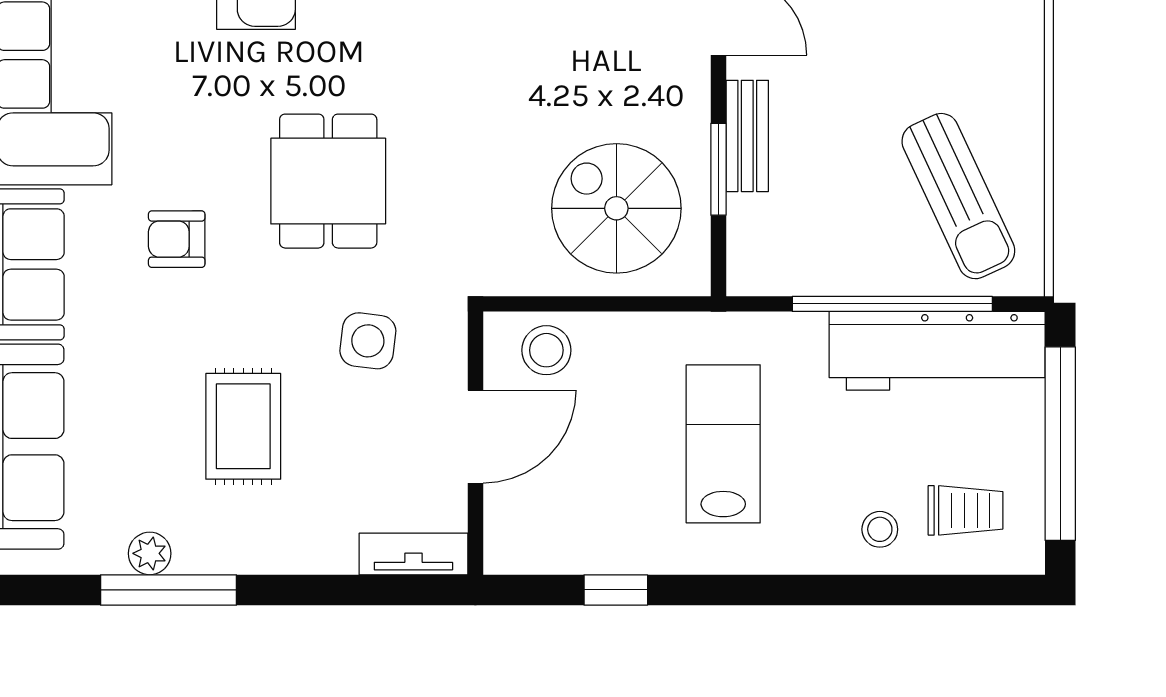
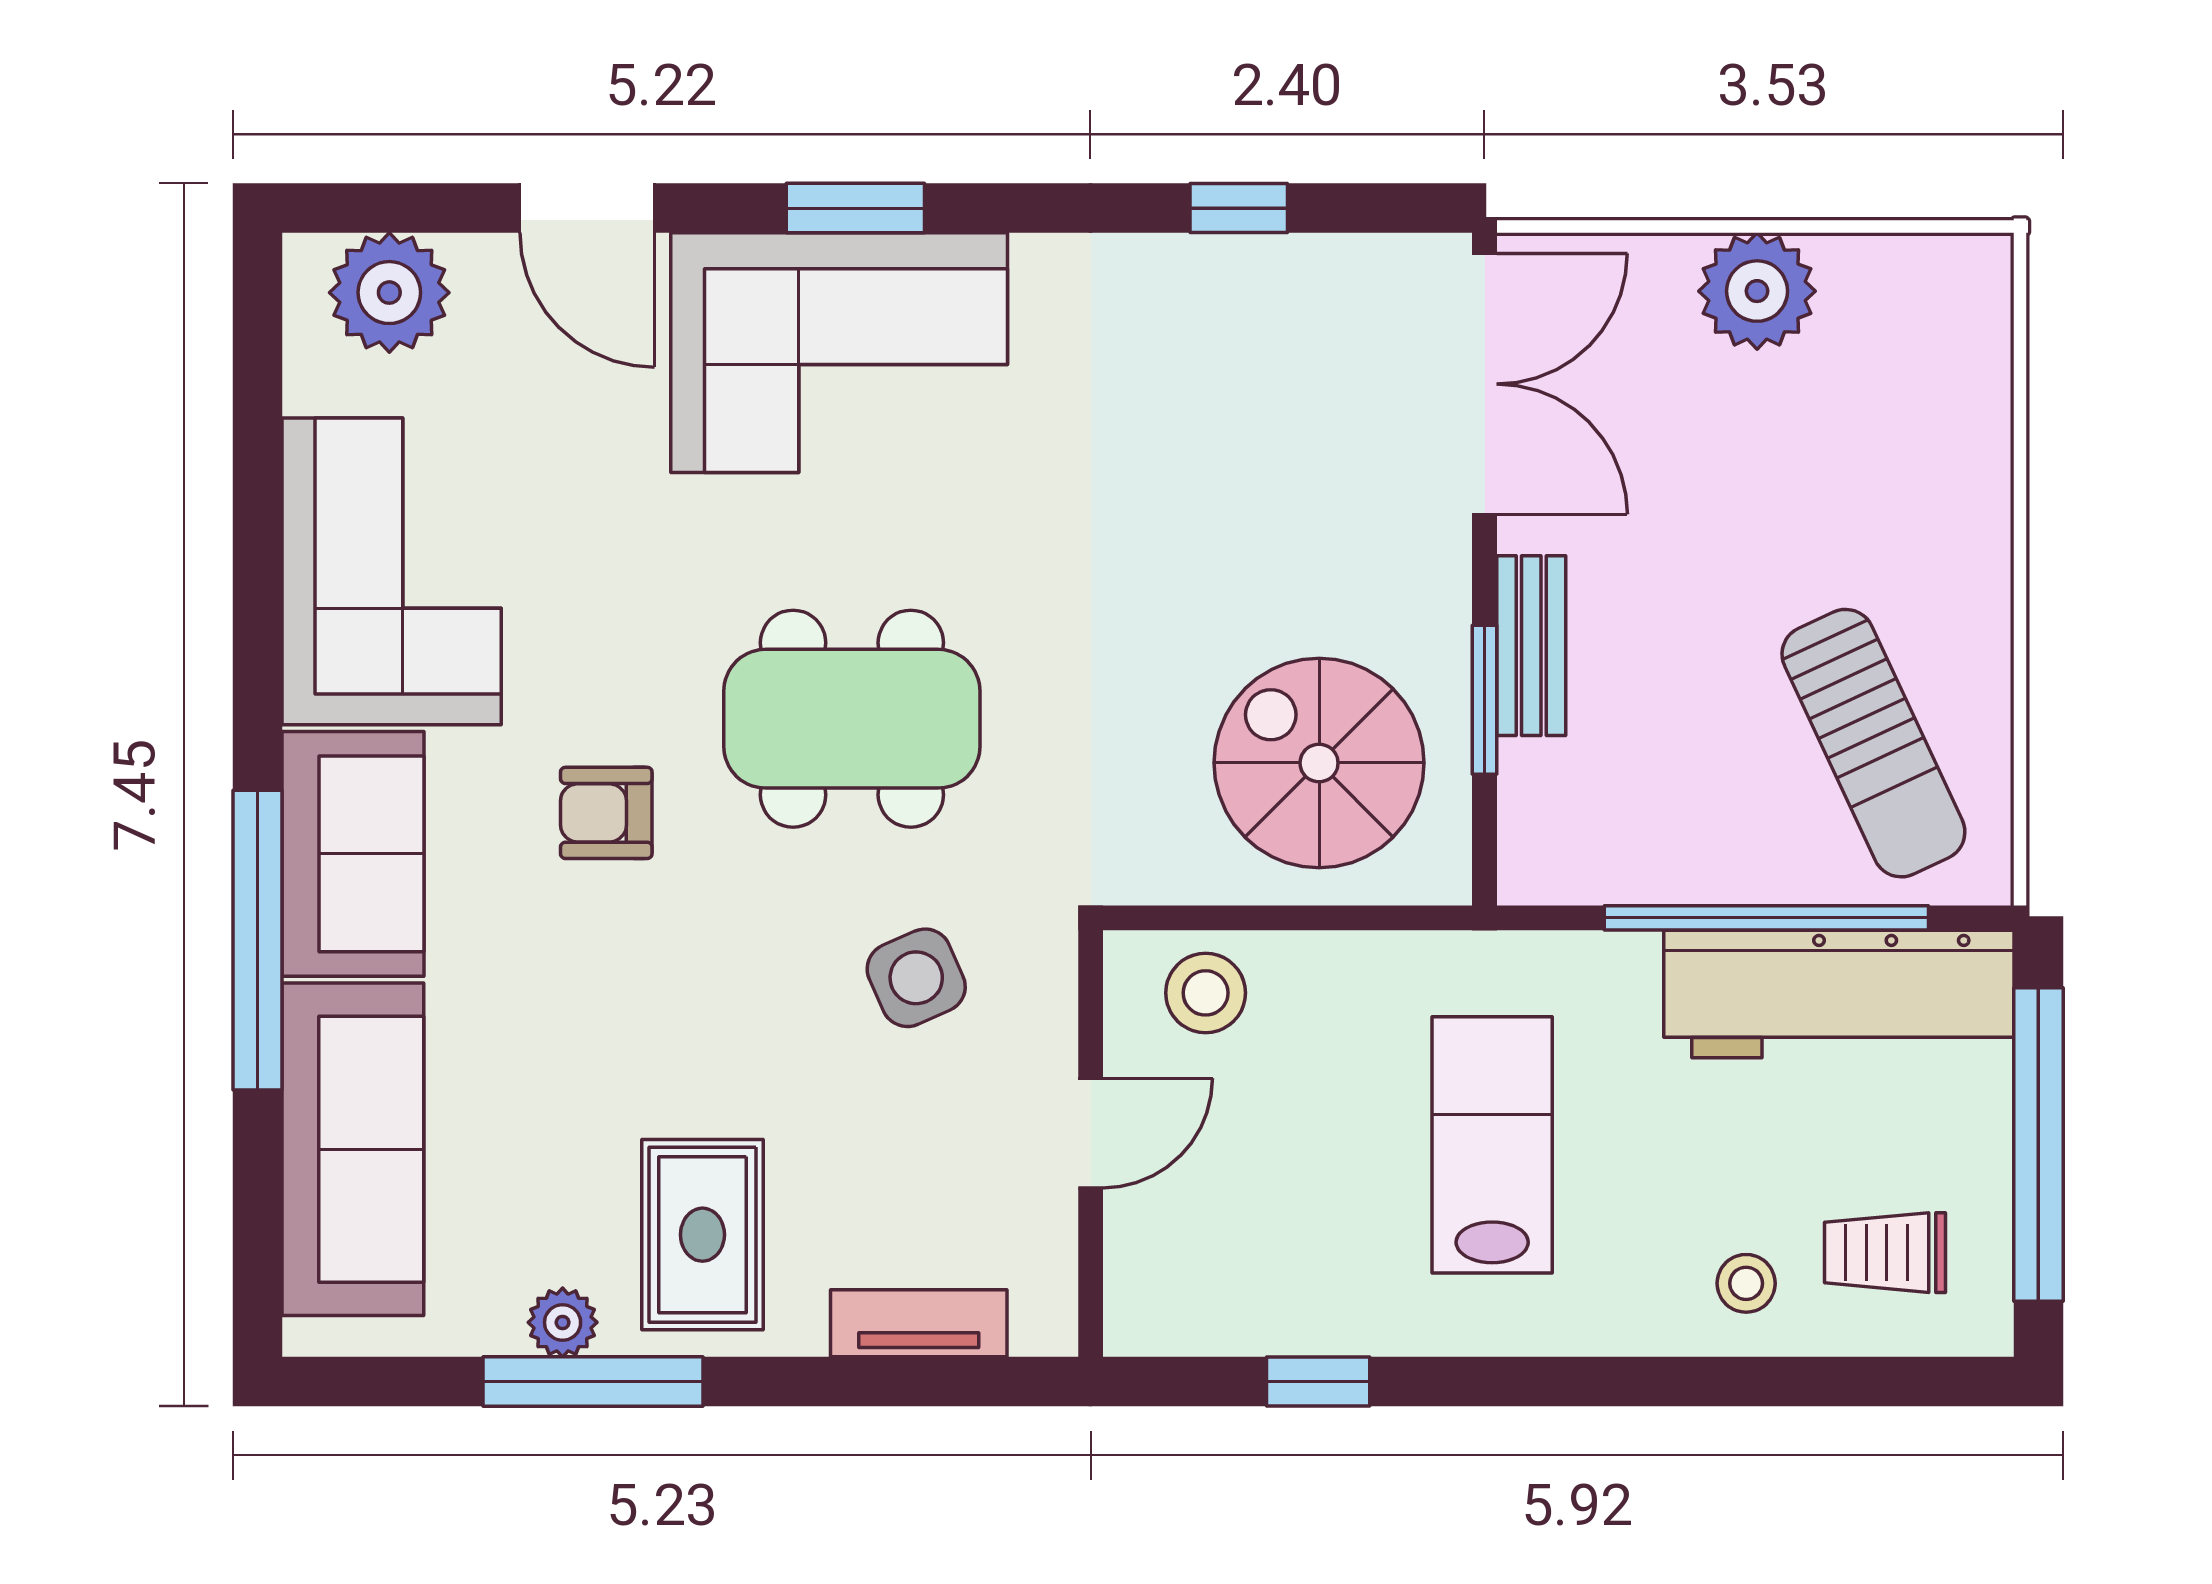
dining table: (328, 181) -> (852, 719), width x1.38
side table: (368, 341) -> (916, 978), turned -31
rug: (243, 426) -> (702, 1235), moved
door: (475, 437) -> (1091, 1133), width x0.73
trolley: (966, 510) -> (1885, 1253), turned 180
tv unit: (413, 554) -> (919, 1323), moved

